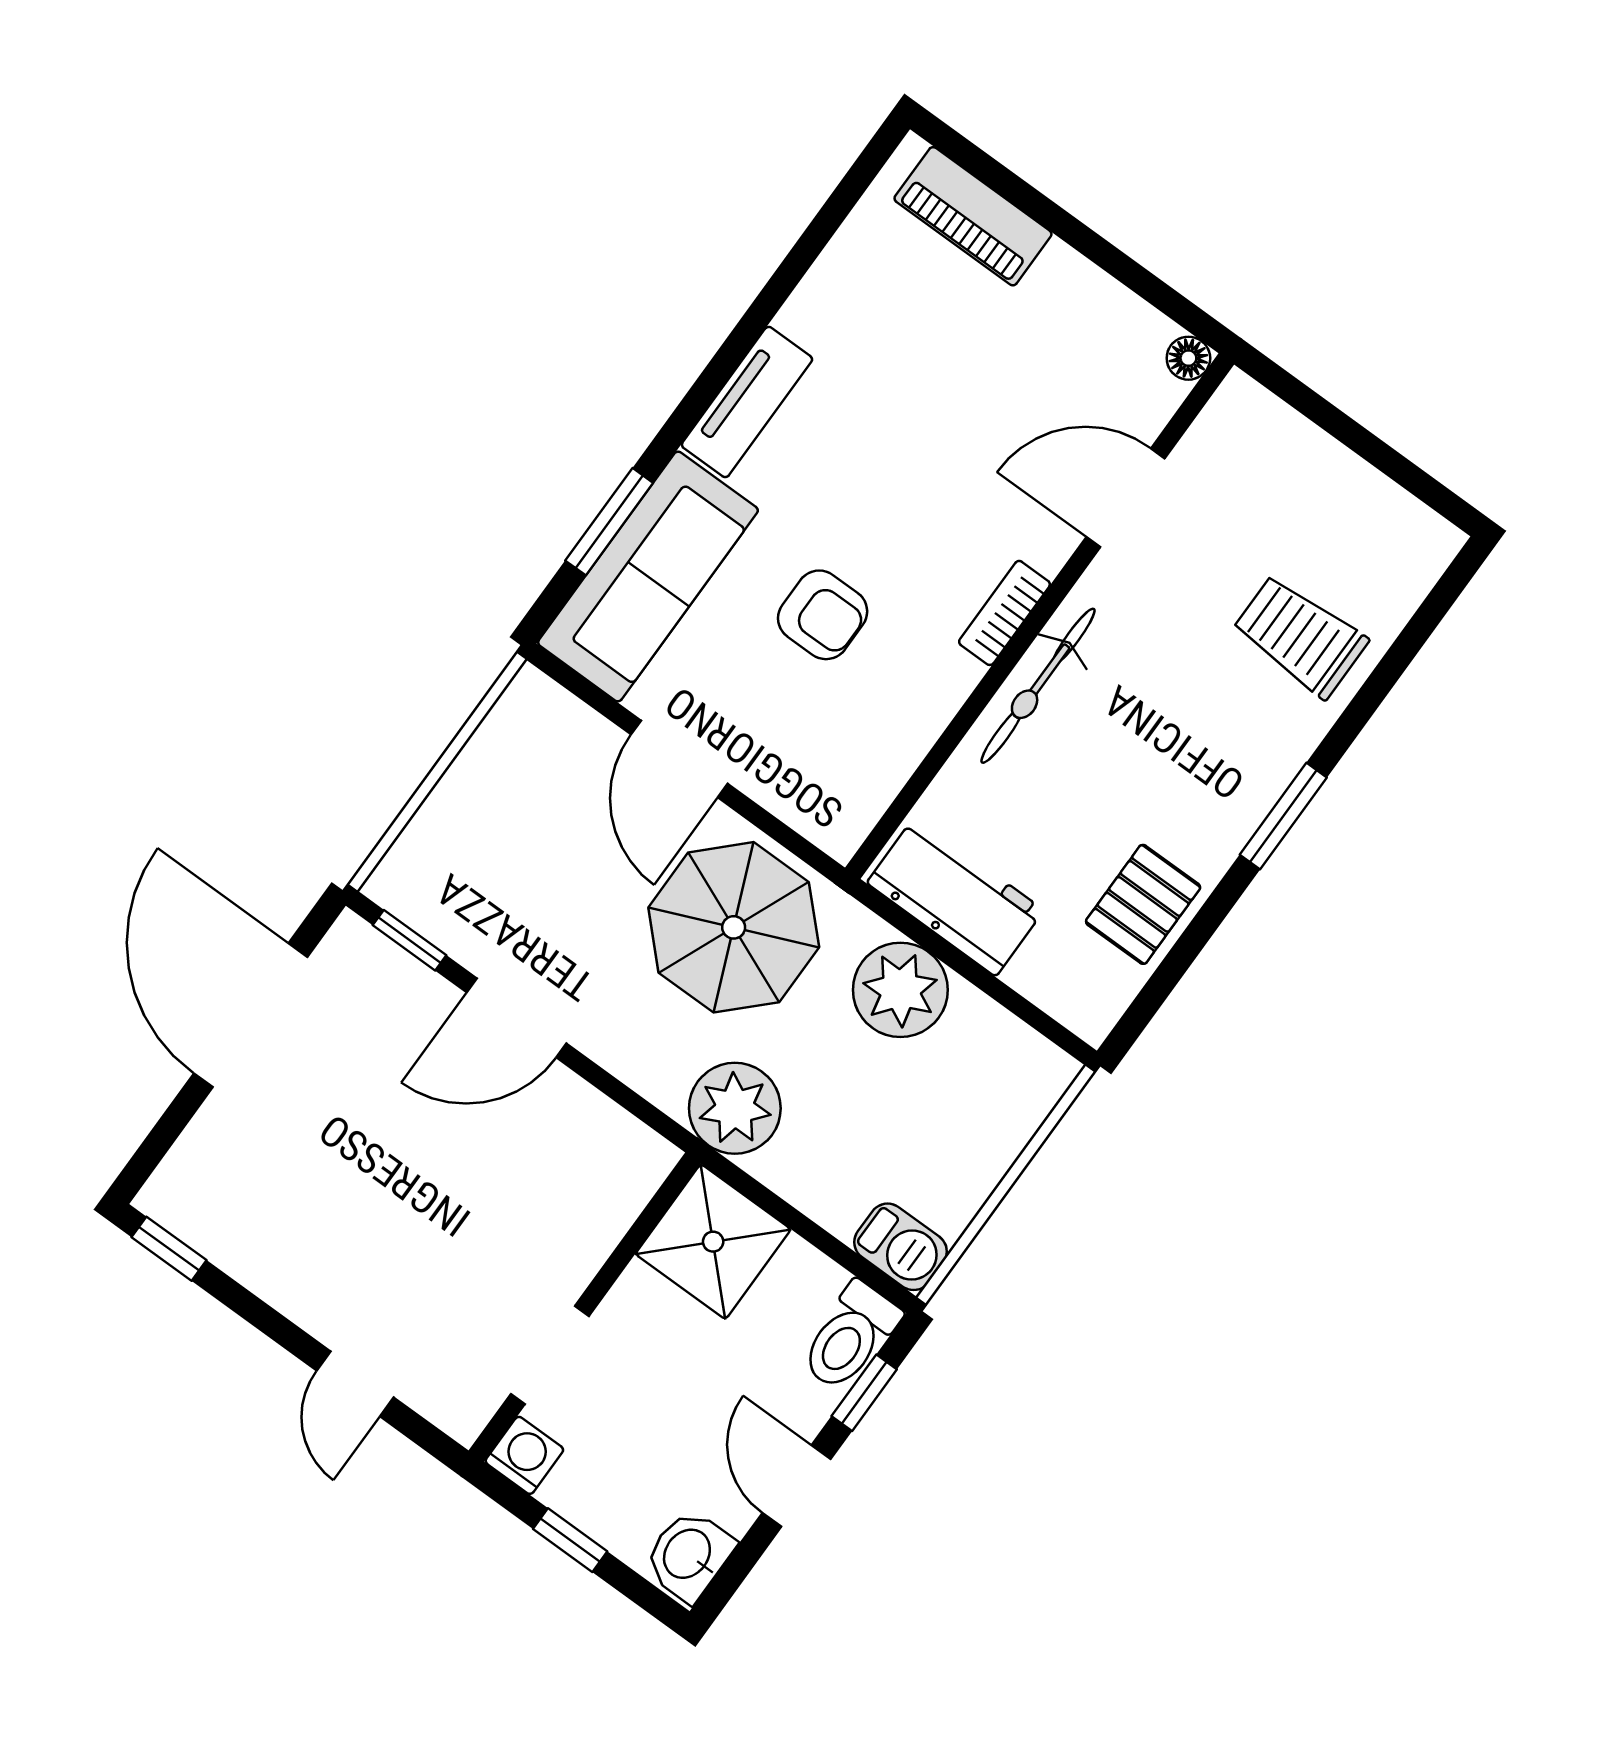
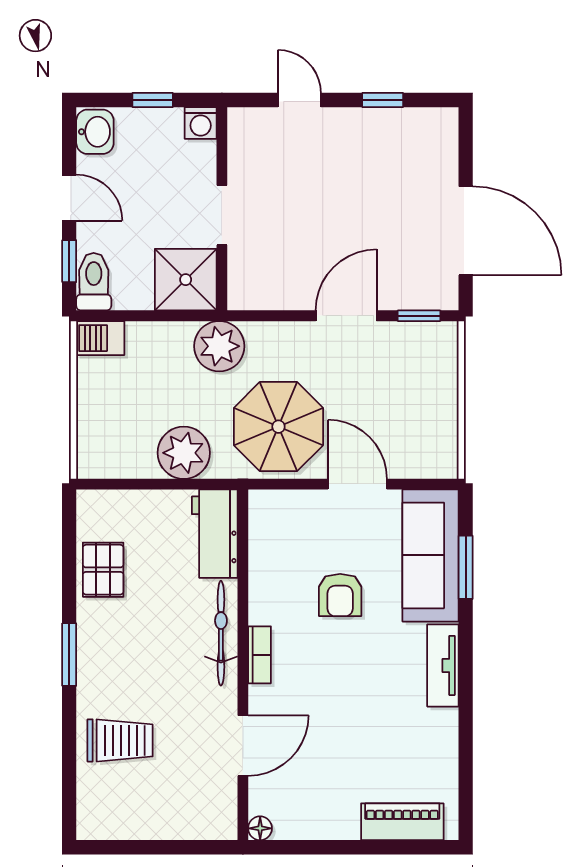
armchair: (823, 615) -> (340, 595), turned -90
workbench: (955, 897) -> (215, 534), moved, turned 90
window: (169, 1249) -> (383, 100), moved
doorway: (550, 1355) -> (222, 215), moved

